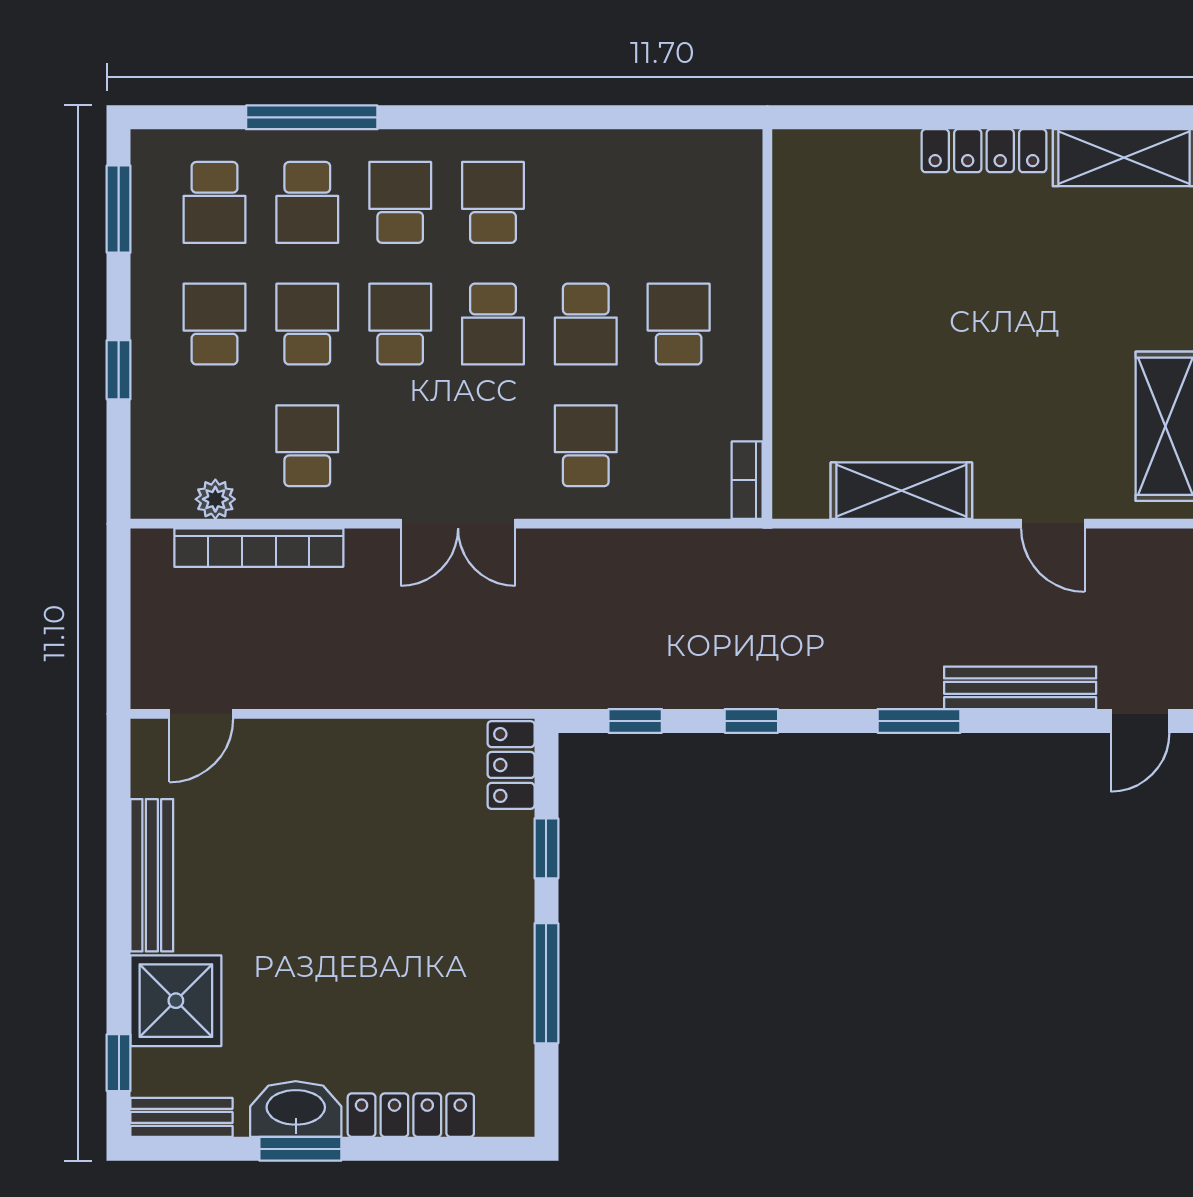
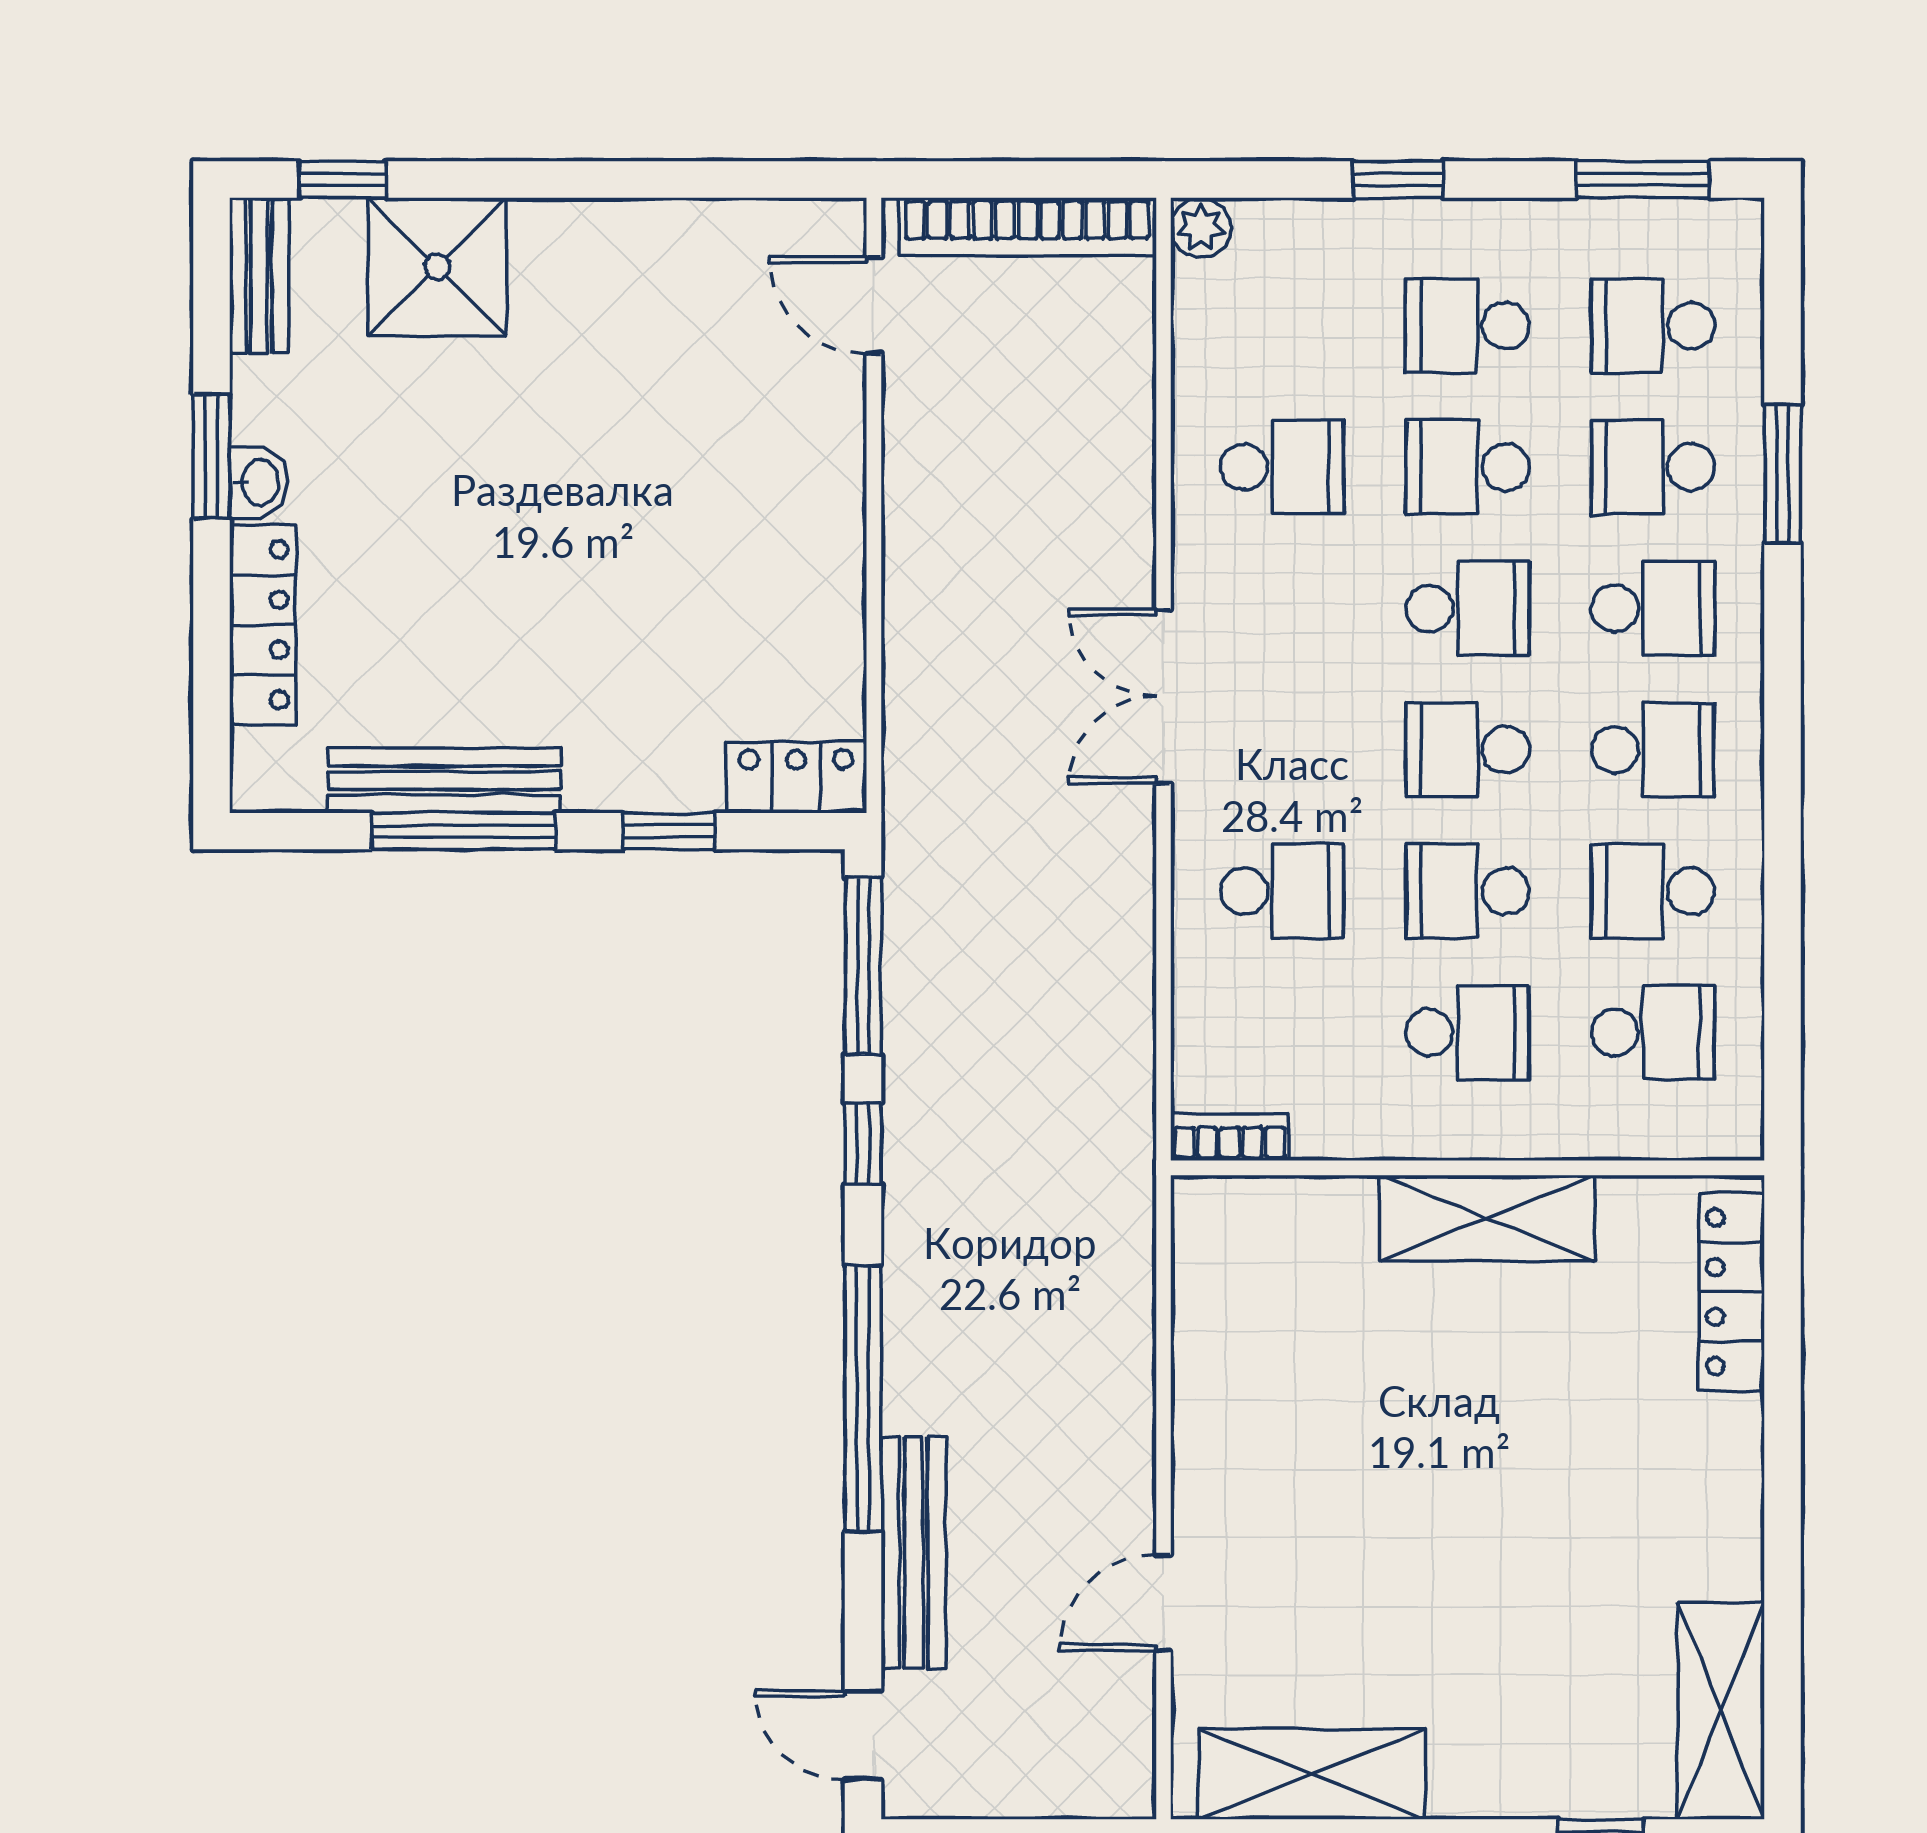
window: (312, 117) -> (1783, 474), width x0.69
locker: (984, 151) -> (1732, 1292), moved
school desk: (586, 202) -> (1653, 891), added
school desk: (679, 202) -> (1653, 1033), added
school desk: (215, 324) -> (1468, 326), turned 180
school desk: (307, 324) -> (1468, 467), turned 180
shelving: (901, 491) -> (1487, 1218), moved, turned 90
plant: (215, 499) -> (1201, 228), moved
bookcase: (259, 548) -> (1028, 227), moved, turned -90
window: (635, 721) -> (863, 966), width x2.17
window: (919, 721) -> (863, 1399), width x2.11
bench: (152, 875) -> (444, 781), moved
washbasin: (296, 1109) -> (259, 483), width x0.52, depth x0.69

